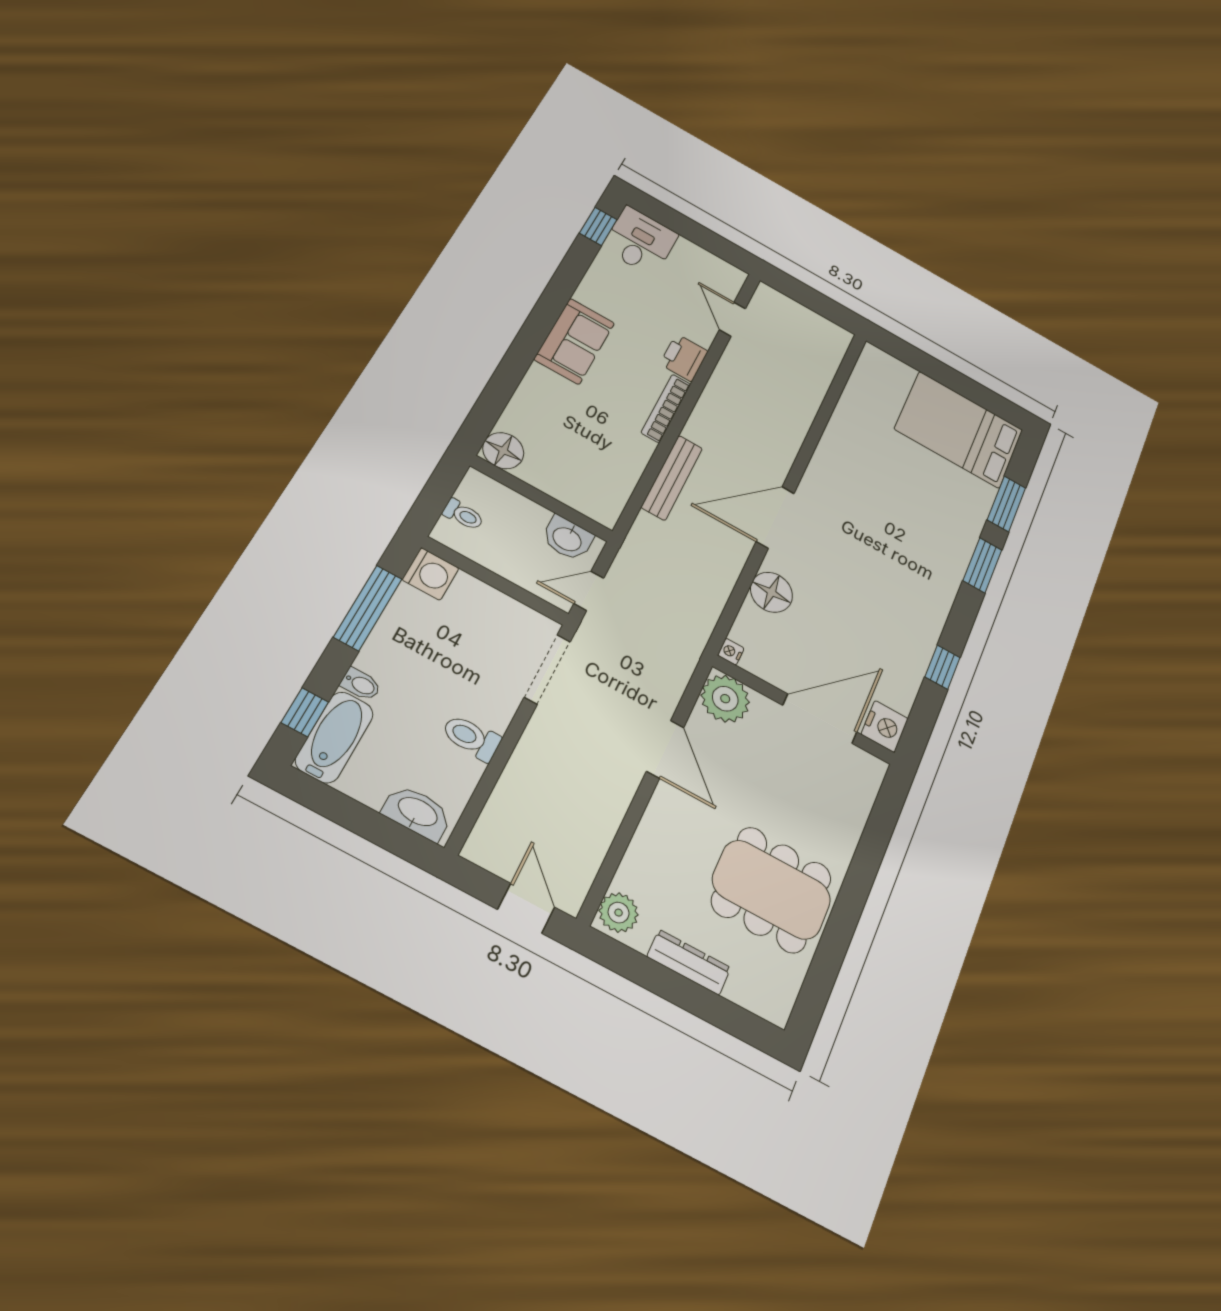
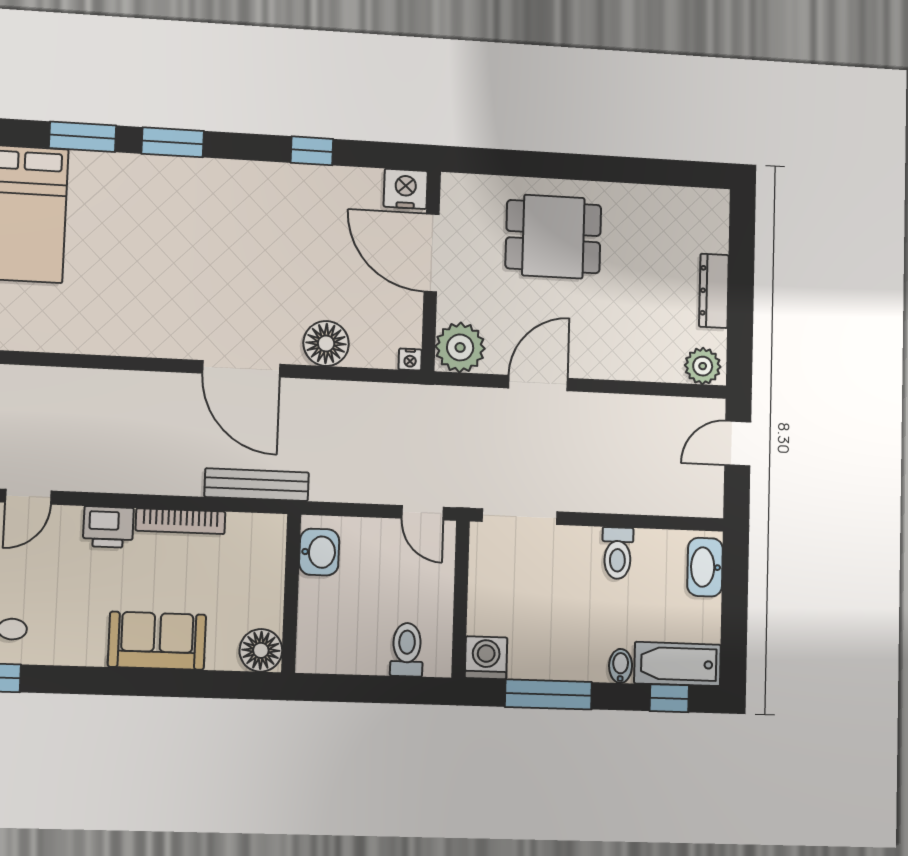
floor lamp: (503, 451) -> (261, 650), moved
wall: (542, 499) -> (291, 593), moved
toilet: (463, 515) -> (407, 650), width x1.37, depth x1.39
washbasin: (567, 538) -> (319, 552), moved
dining table: (772, 890) -> (553, 237), moved, width x0.73

